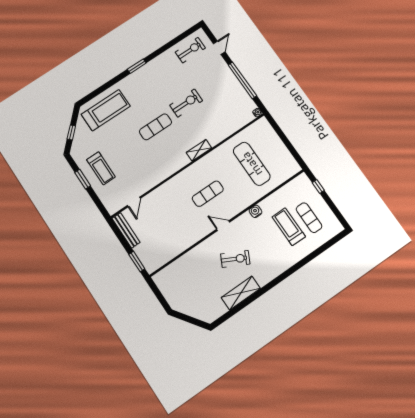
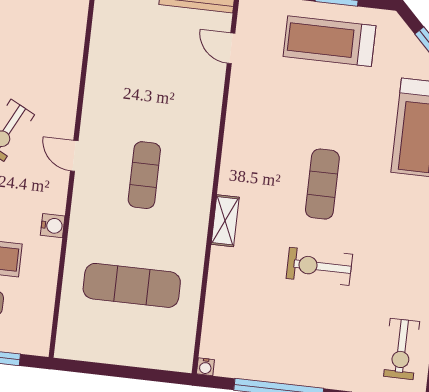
exercise bike: (186, 103) -> (319, 266), turned 90
treadmill: (101, 168) -> (329, 41), width x1.37, depth x1.38
door: (223, 226) -> (74, 156), swing flipped

